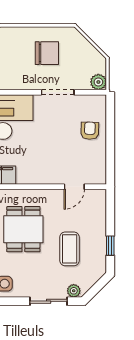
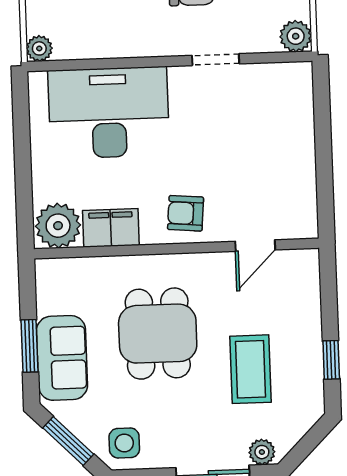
doorway: (58, 92) -> (216, 60), width x0.73
armchair: (90, 131) -> (186, 213), moved, turned -87

